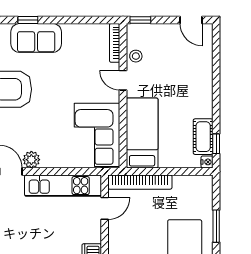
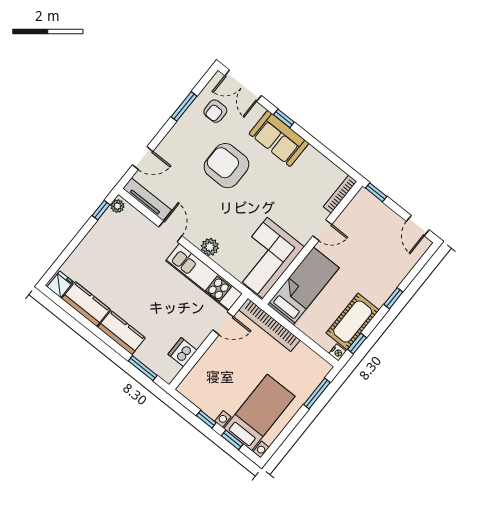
stool: (136, 56) -> (349, 219), removed
door: (123, 80) -> (322, 230), swing flipped
window: (216, 88) -> (393, 298), added
cot: (203, 137) -> (353, 322), width x1.37, depth x1.34
plant: (31, 160) -> (210, 247), moved
window: (216, 226) -> (317, 394), moved

